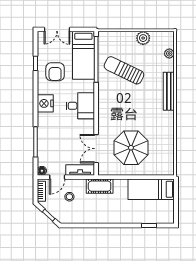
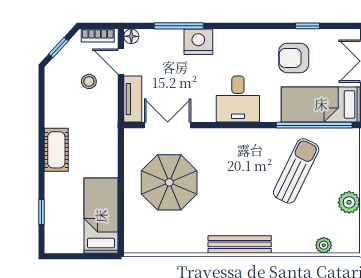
bench: (169, 91) -> (240, 244), moved
nightstand: (45, 103) -> (198, 42), moved
cot: (100, 186) -> (56, 150), moved

